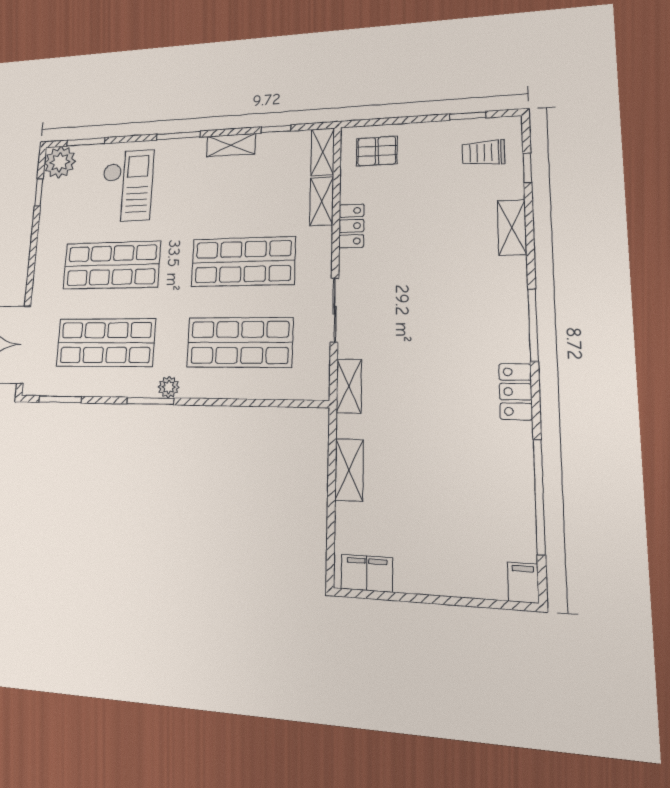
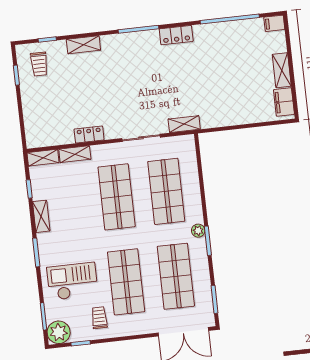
pallet: (377, 151) -> (41, 125), removed
trolley: (68, 221) -> (99, 318), added
shelving: (349, 470) -> (282, 70), moved, turned 90

